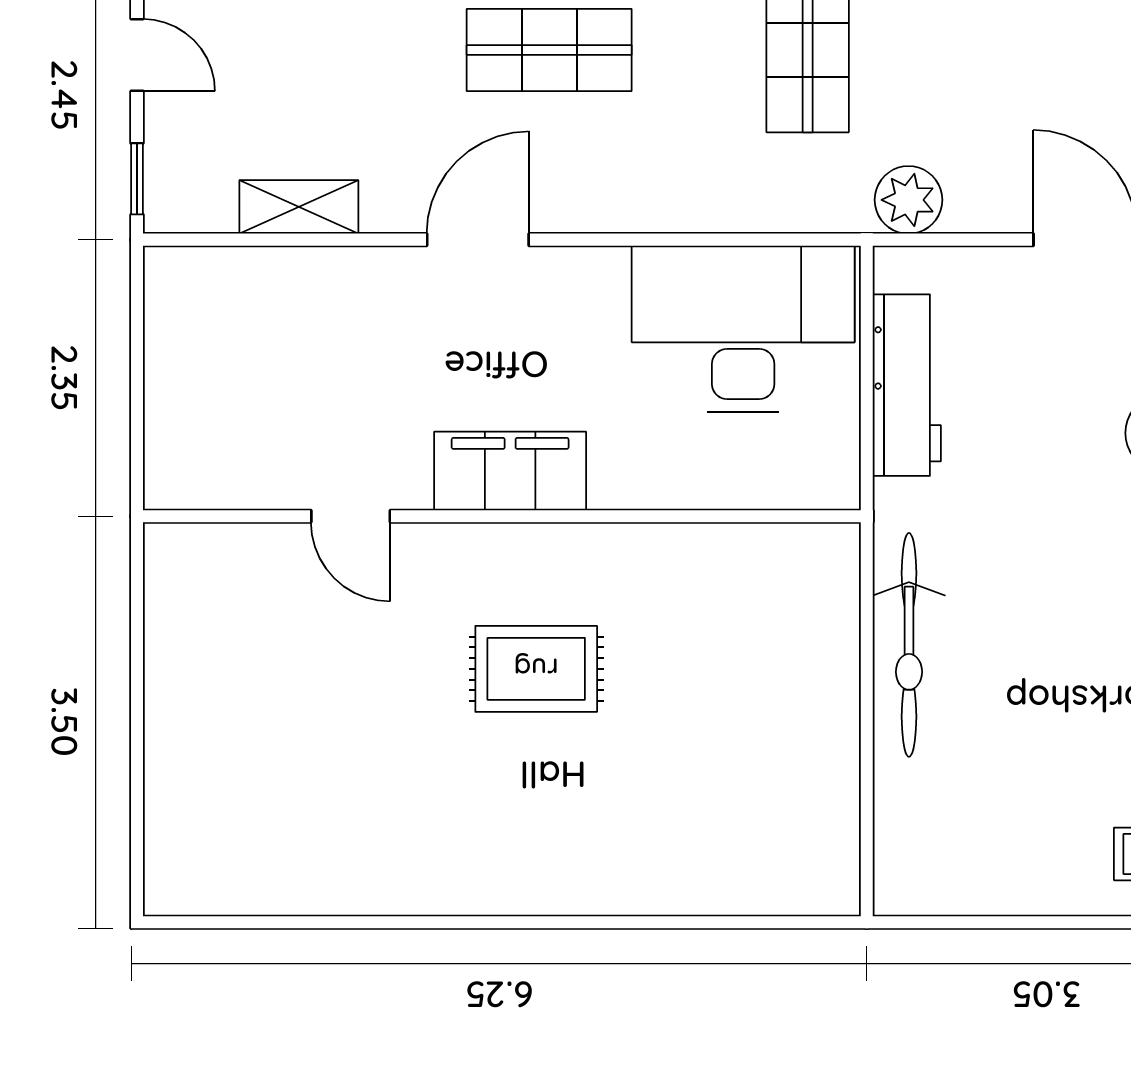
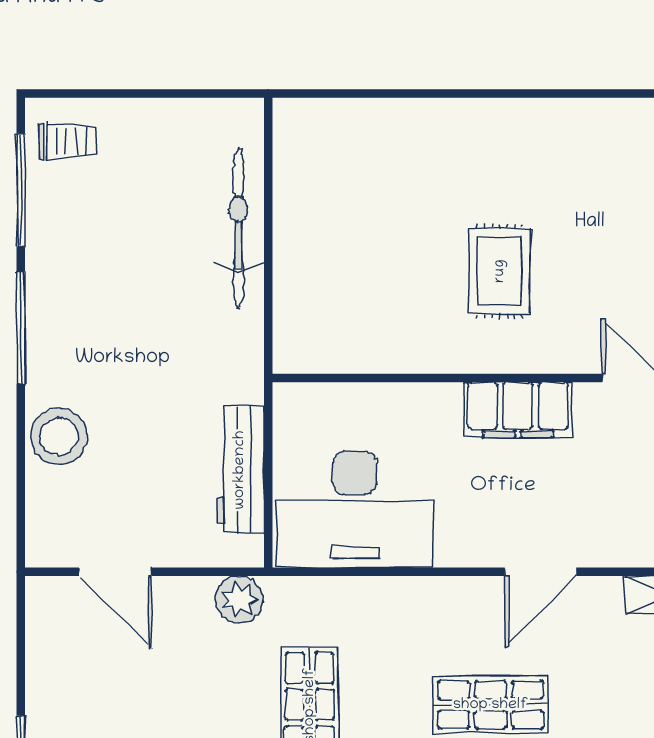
bicycle: (909, 645) -> (239, 228), moved
rug: (536, 669) -> (500, 271), turned 90

